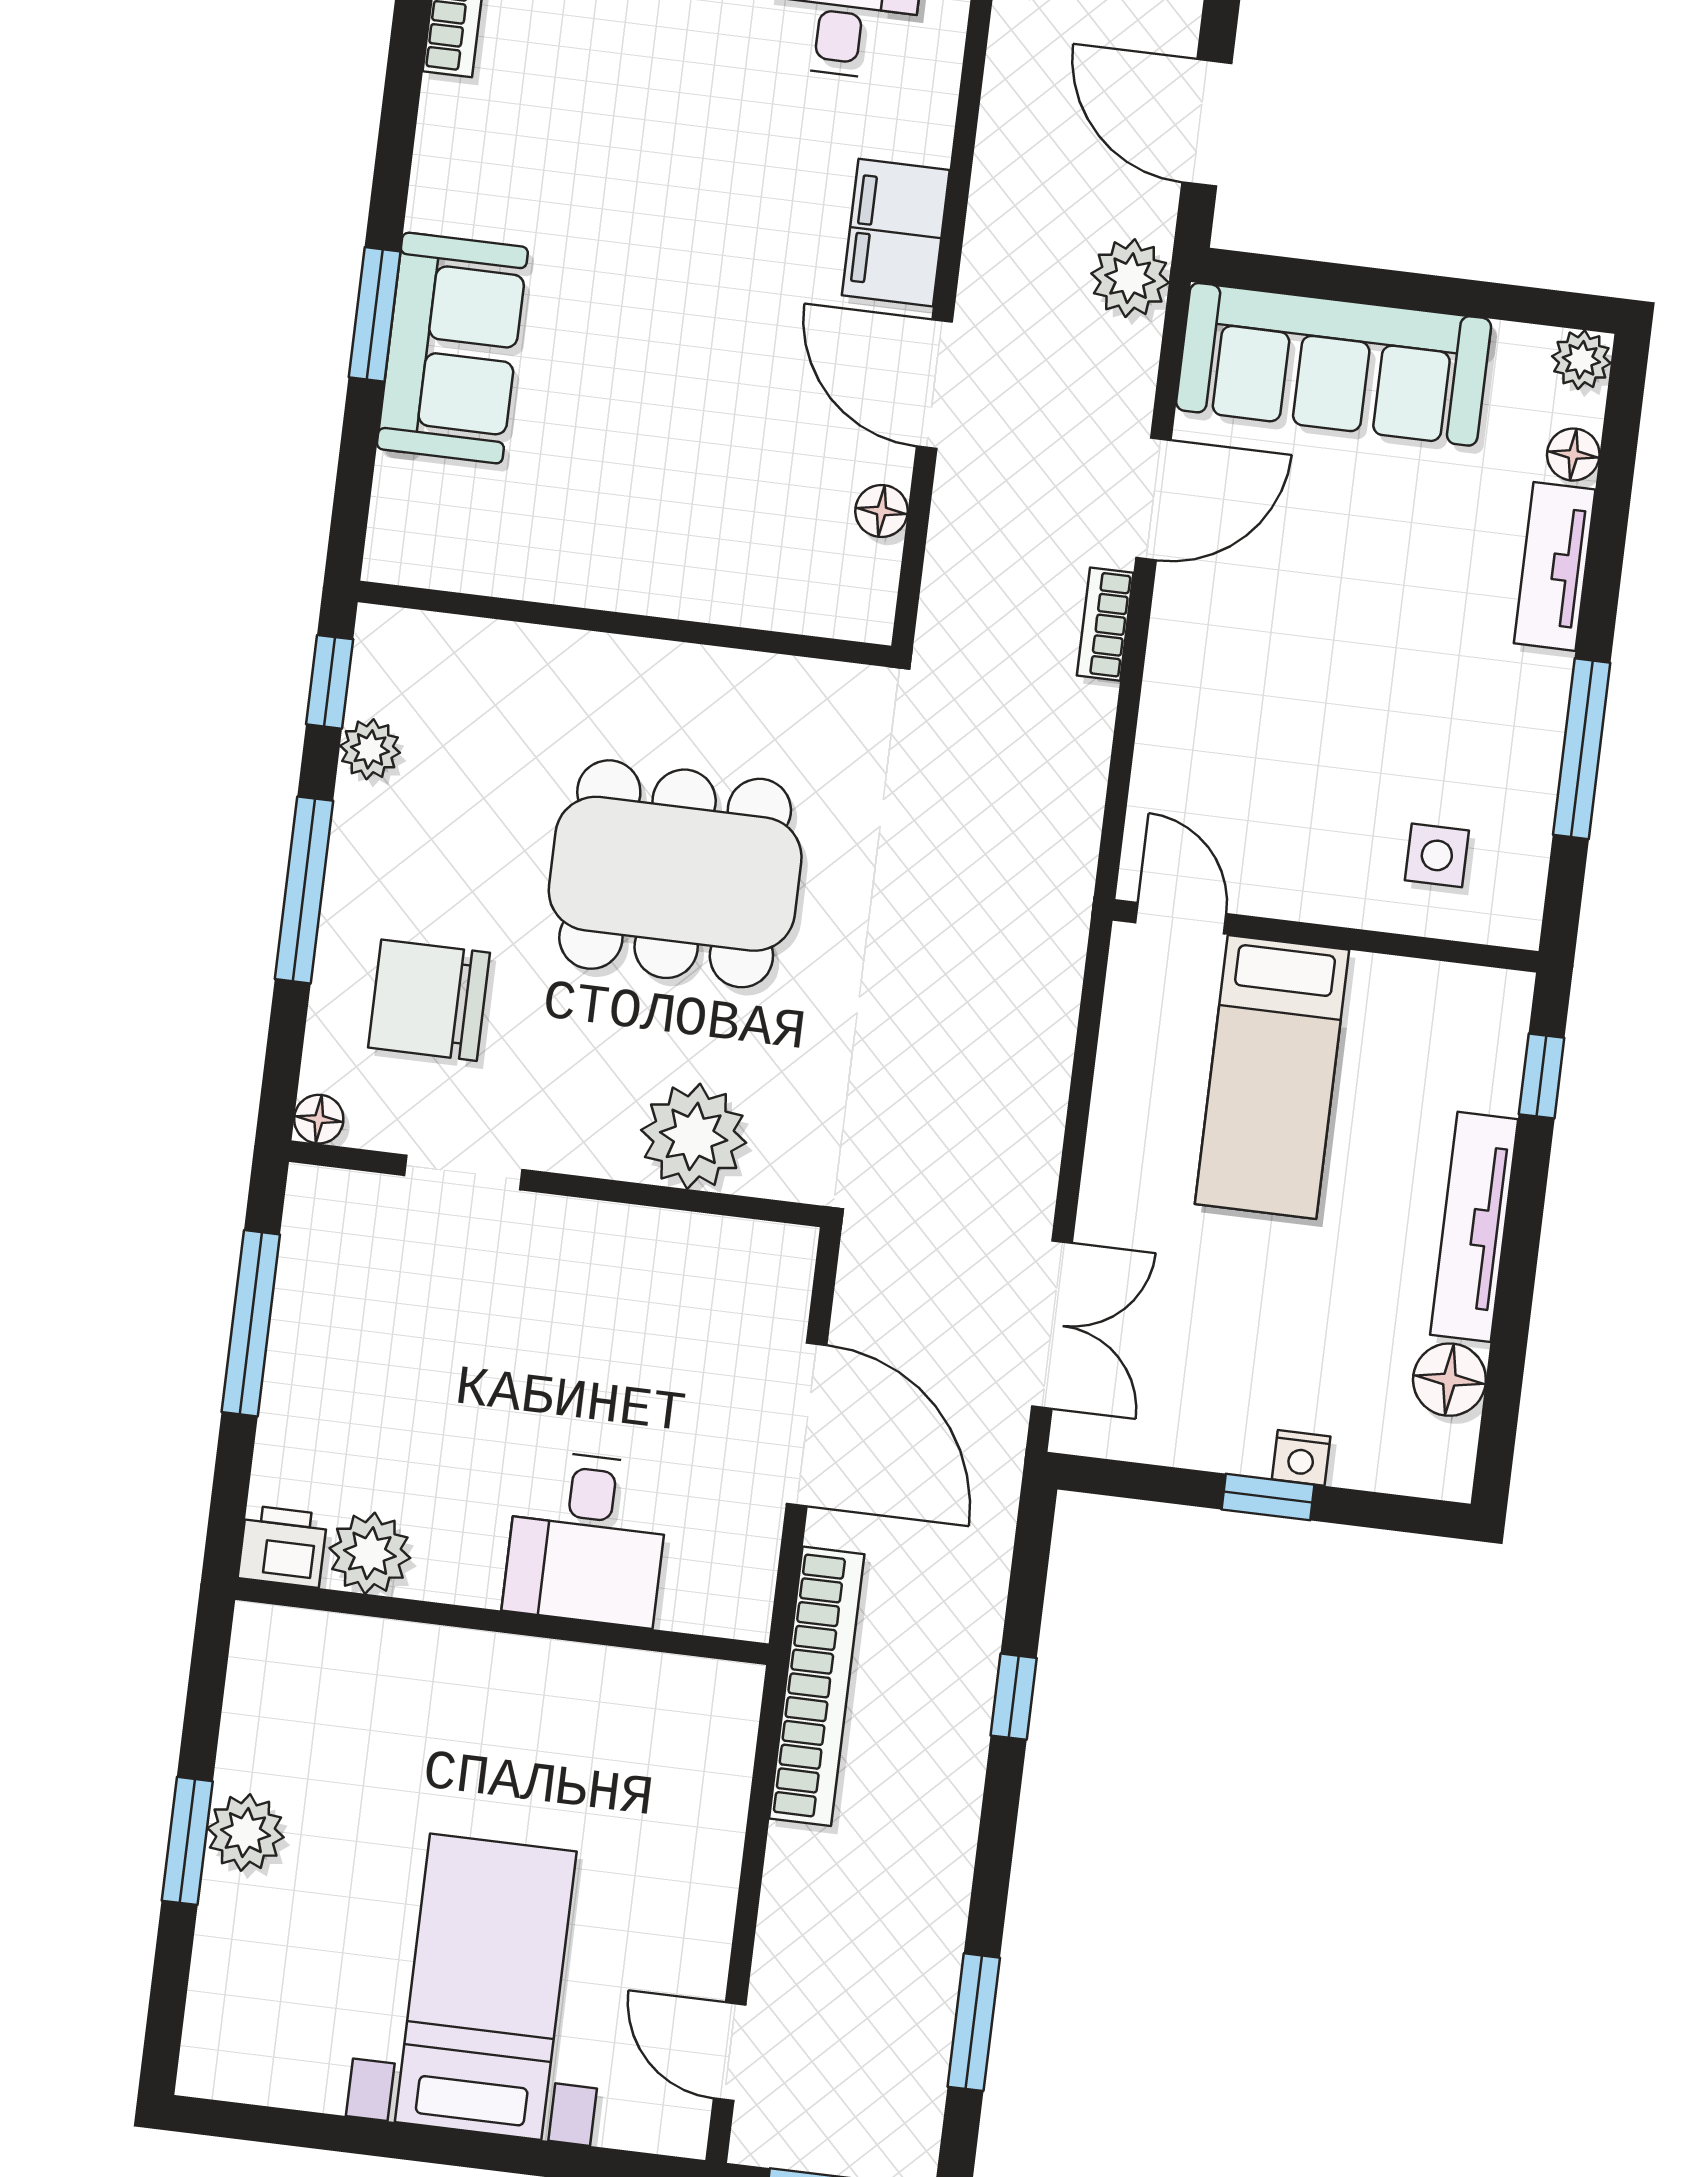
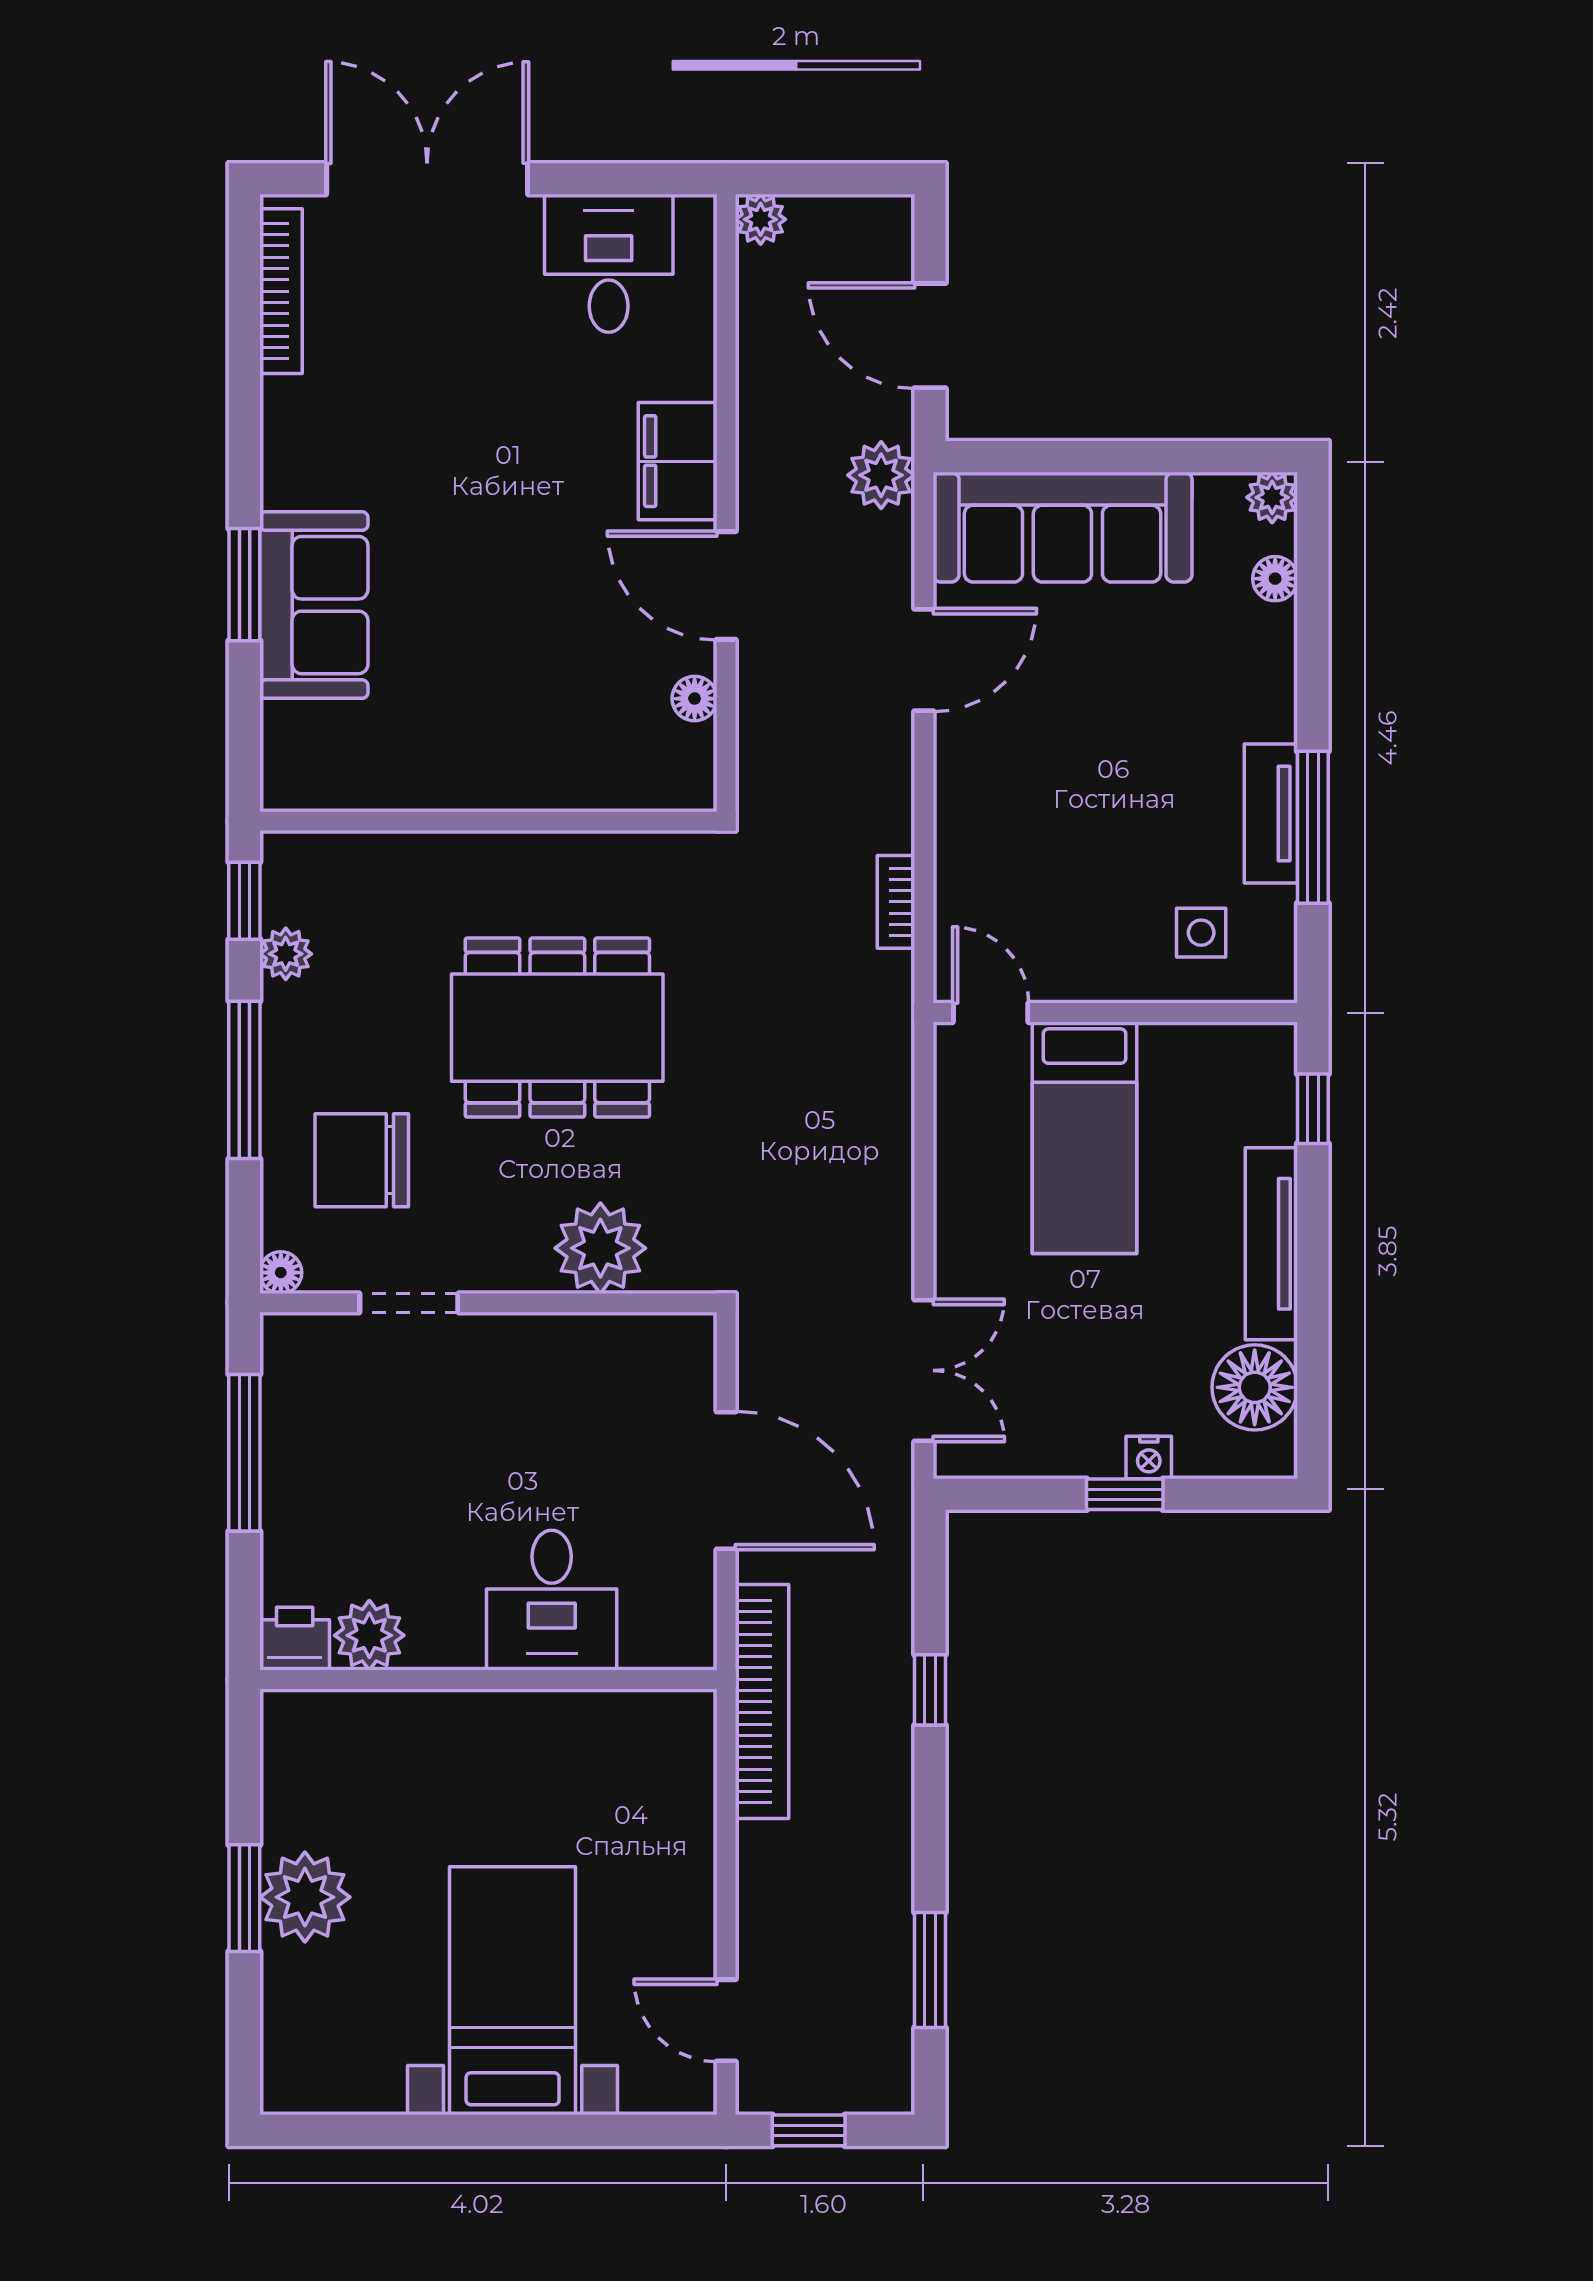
tv unit: (1555, 566) -> (1271, 814), moved
bookcase: (1105, 624) -> (896, 902), moved
floor lamp: (1449, 1380) -> (1255, 1387), width x1.38, depth x1.38
plant: (245, 1833) -> (305, 1897), width x1.36, depth x1.36

